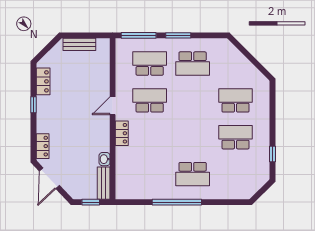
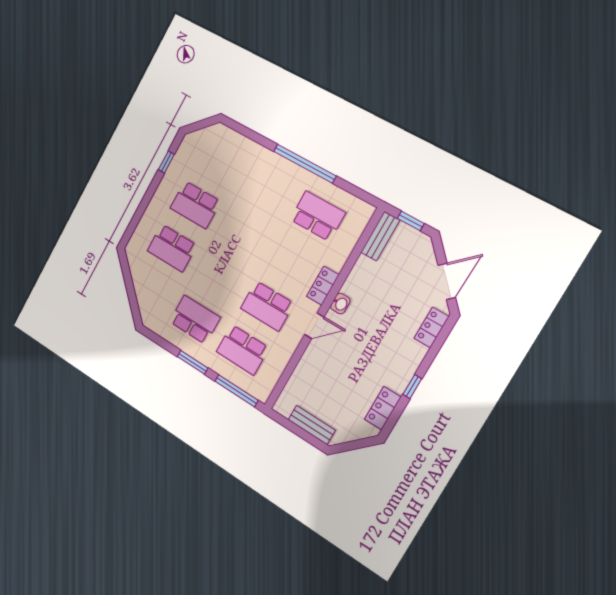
washbasin: (105, 159) -> (340, 304), moved
school desk: (193, 174) -> (318, 216), moved

